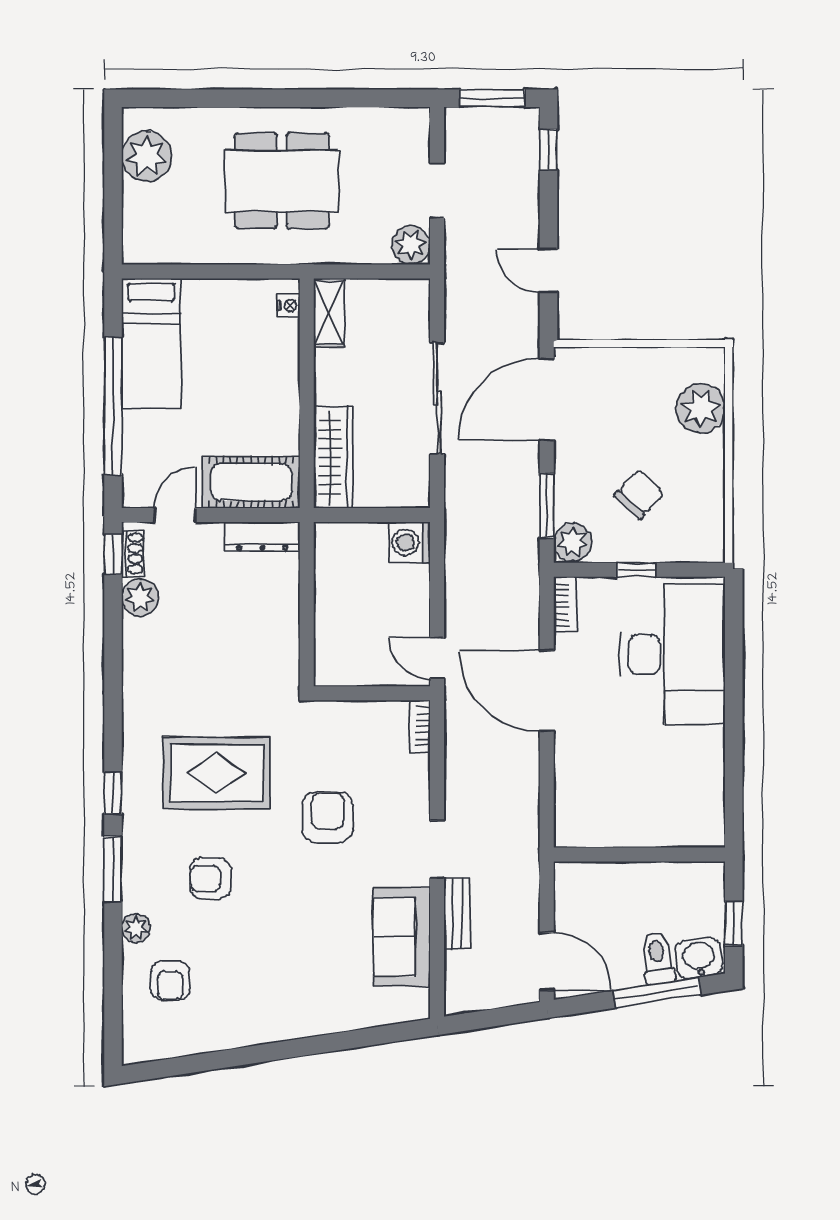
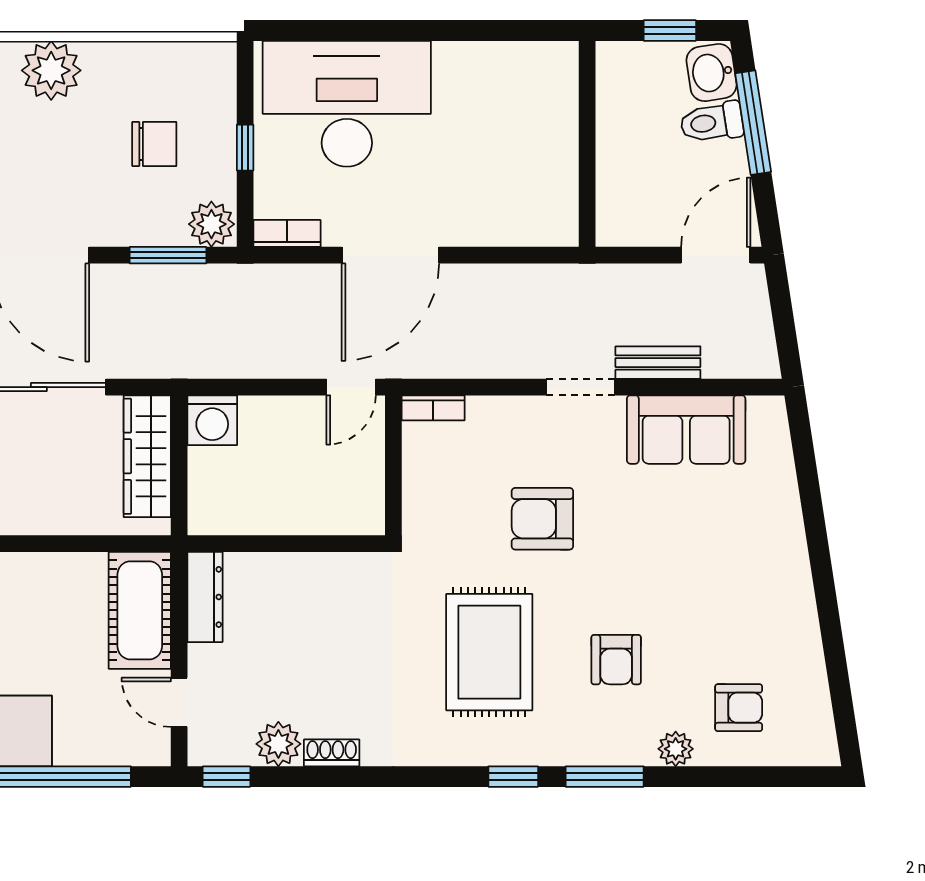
wardrobe: (333, 457) -> (147, 456), moved, turned -90
chair: (639, 494) -> (154, 144), turned 137
shoe rack: (133, 553) -> (332, 753), moved

